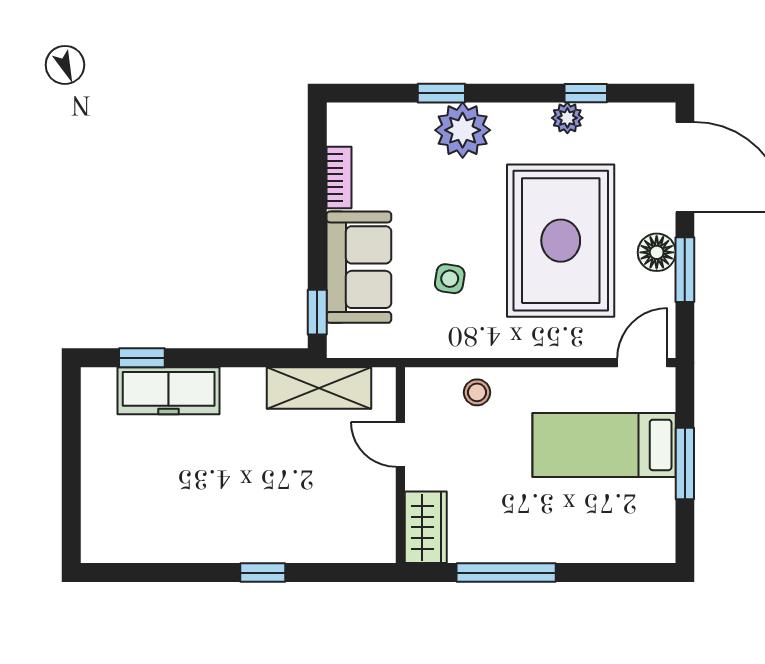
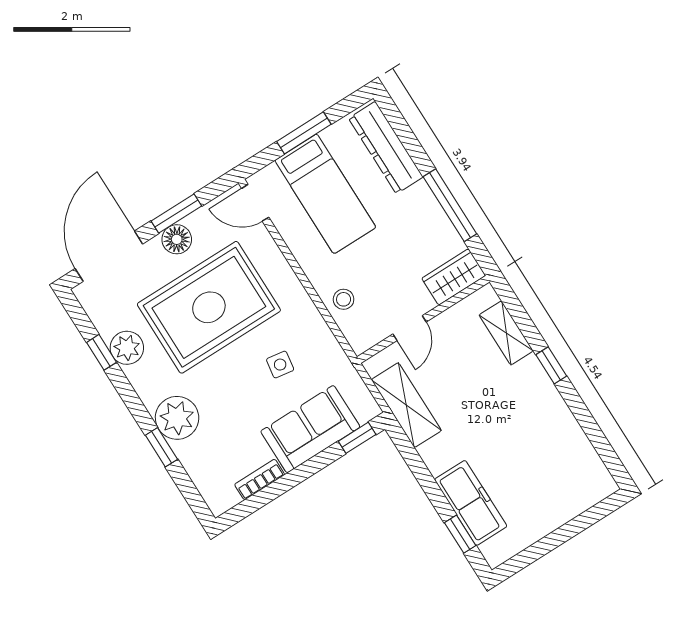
plant: (567, 118) -> (127, 348), width x1.38, depth x1.38
dresser: (613, 543) -> (386, 148), added
shelving: (329, 546) -> (506, 333), added

